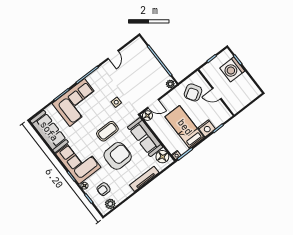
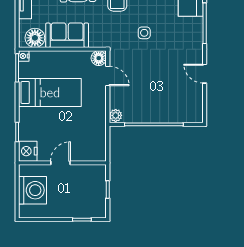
washing machine: (232, 69) -> (32, 190), moved, turned 90
armchair: (193, 92) -> (84, 135), removed
door: (153, 104) -> (108, 76), swing flipped
nightstand: (207, 128) -> (28, 151), moved
sofa: (145, 137) -> (67, 35), width x0.73

